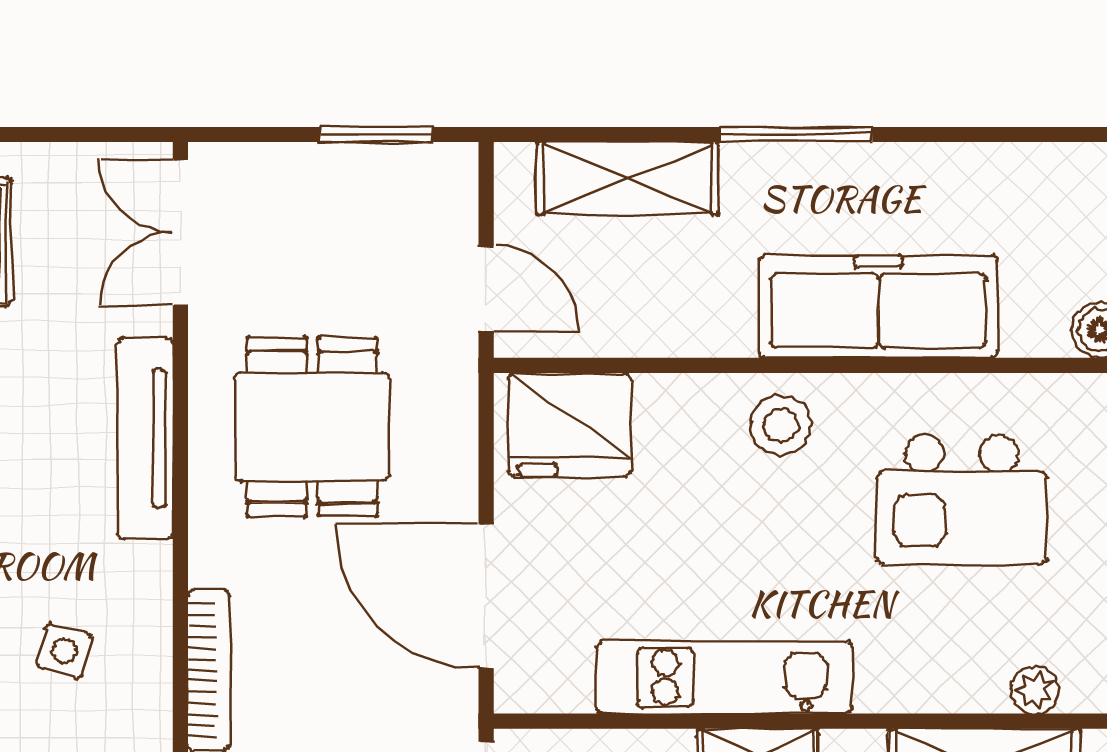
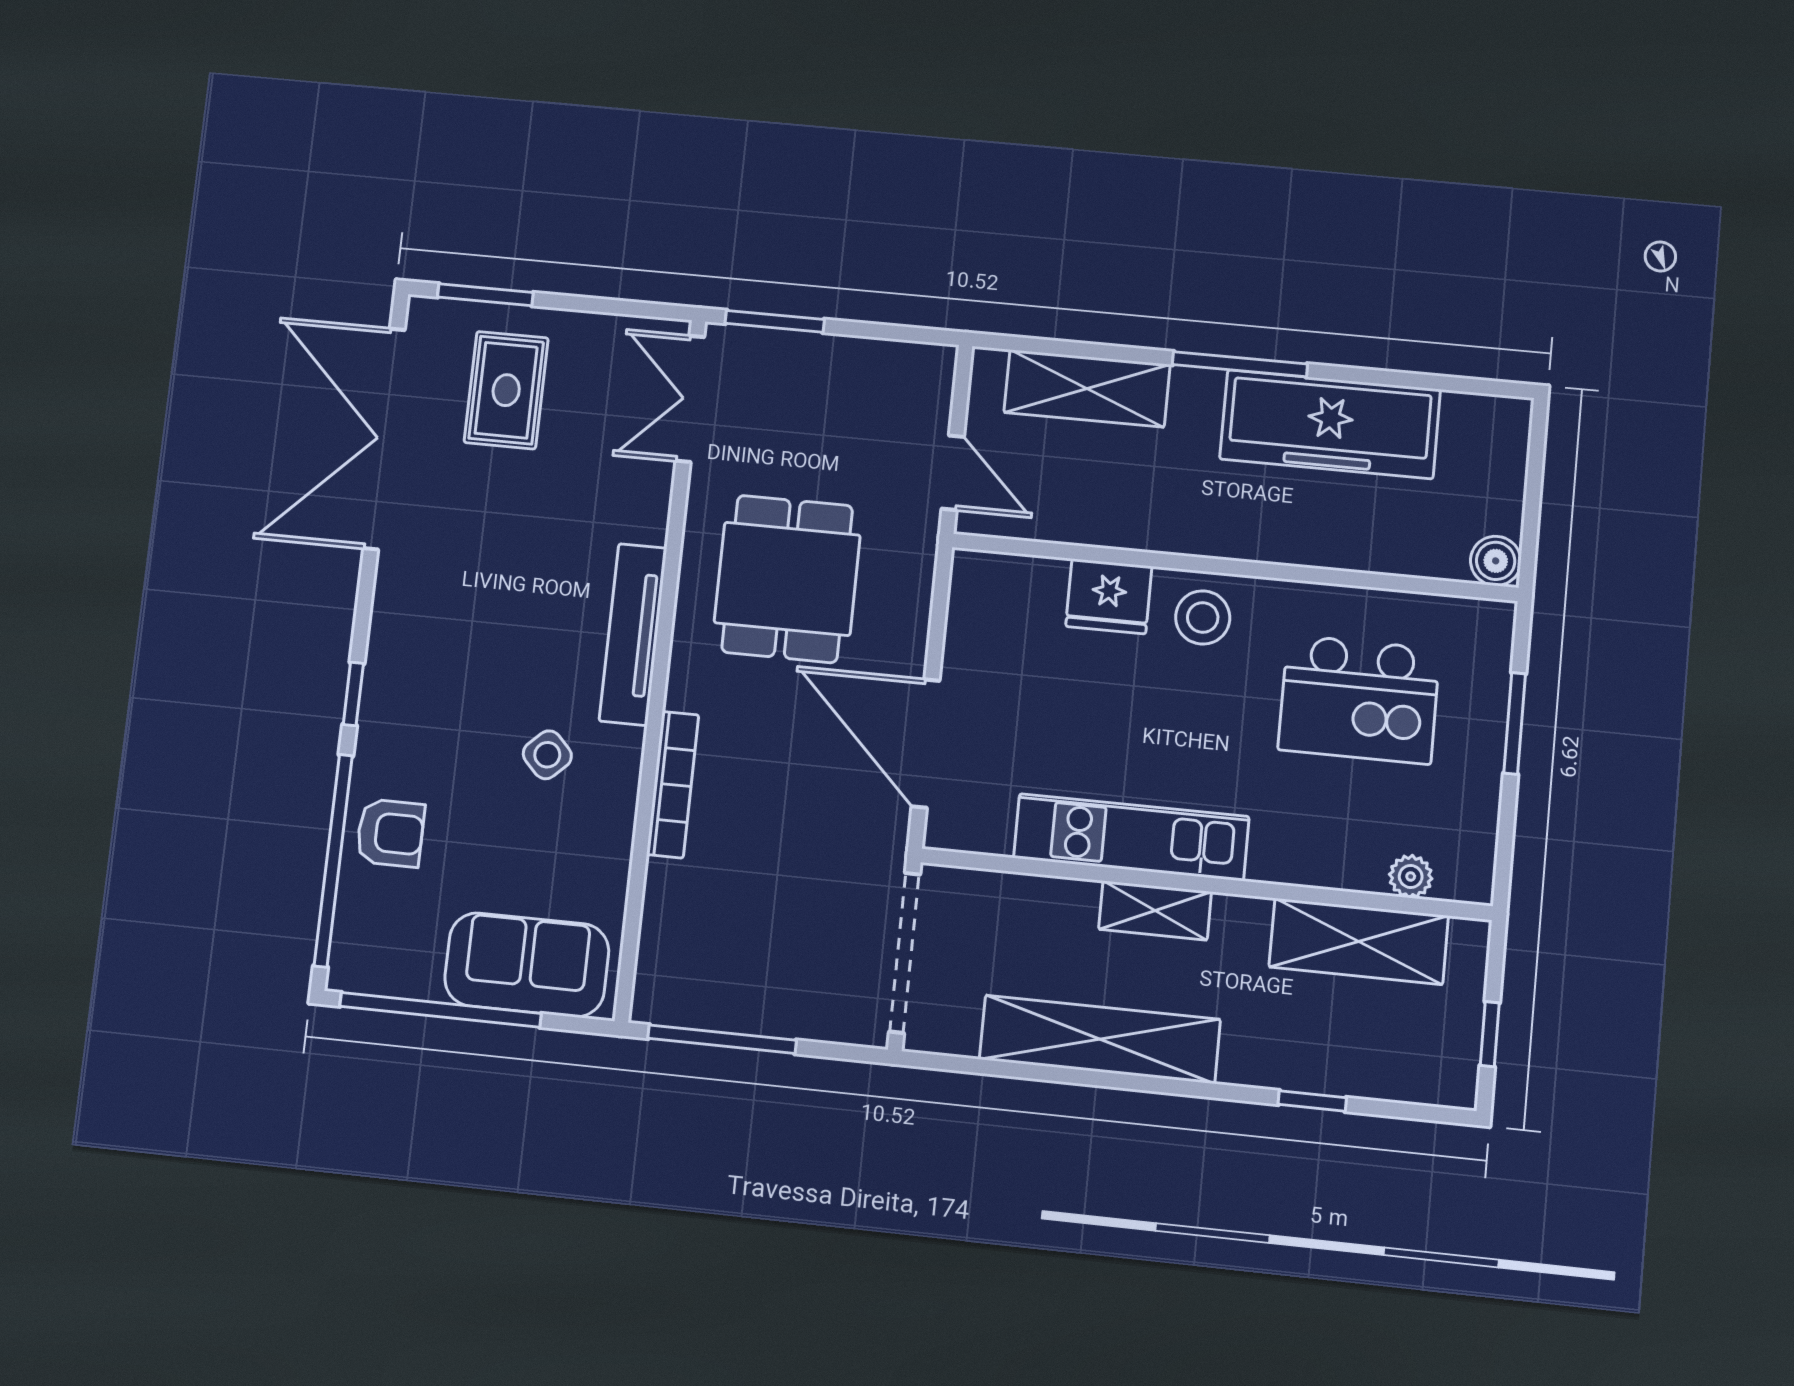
window: (376, 134) -> (775, 321), moved
freezer: (878, 307) -> (1330, 424), moved, turned 180
fridge: (569, 425) -> (1109, 596), moved, width x0.73, depth x0.75
tv unit: (145, 438) -> (633, 634), moved
side table: (64, 651) -> (547, 755), turned 32

